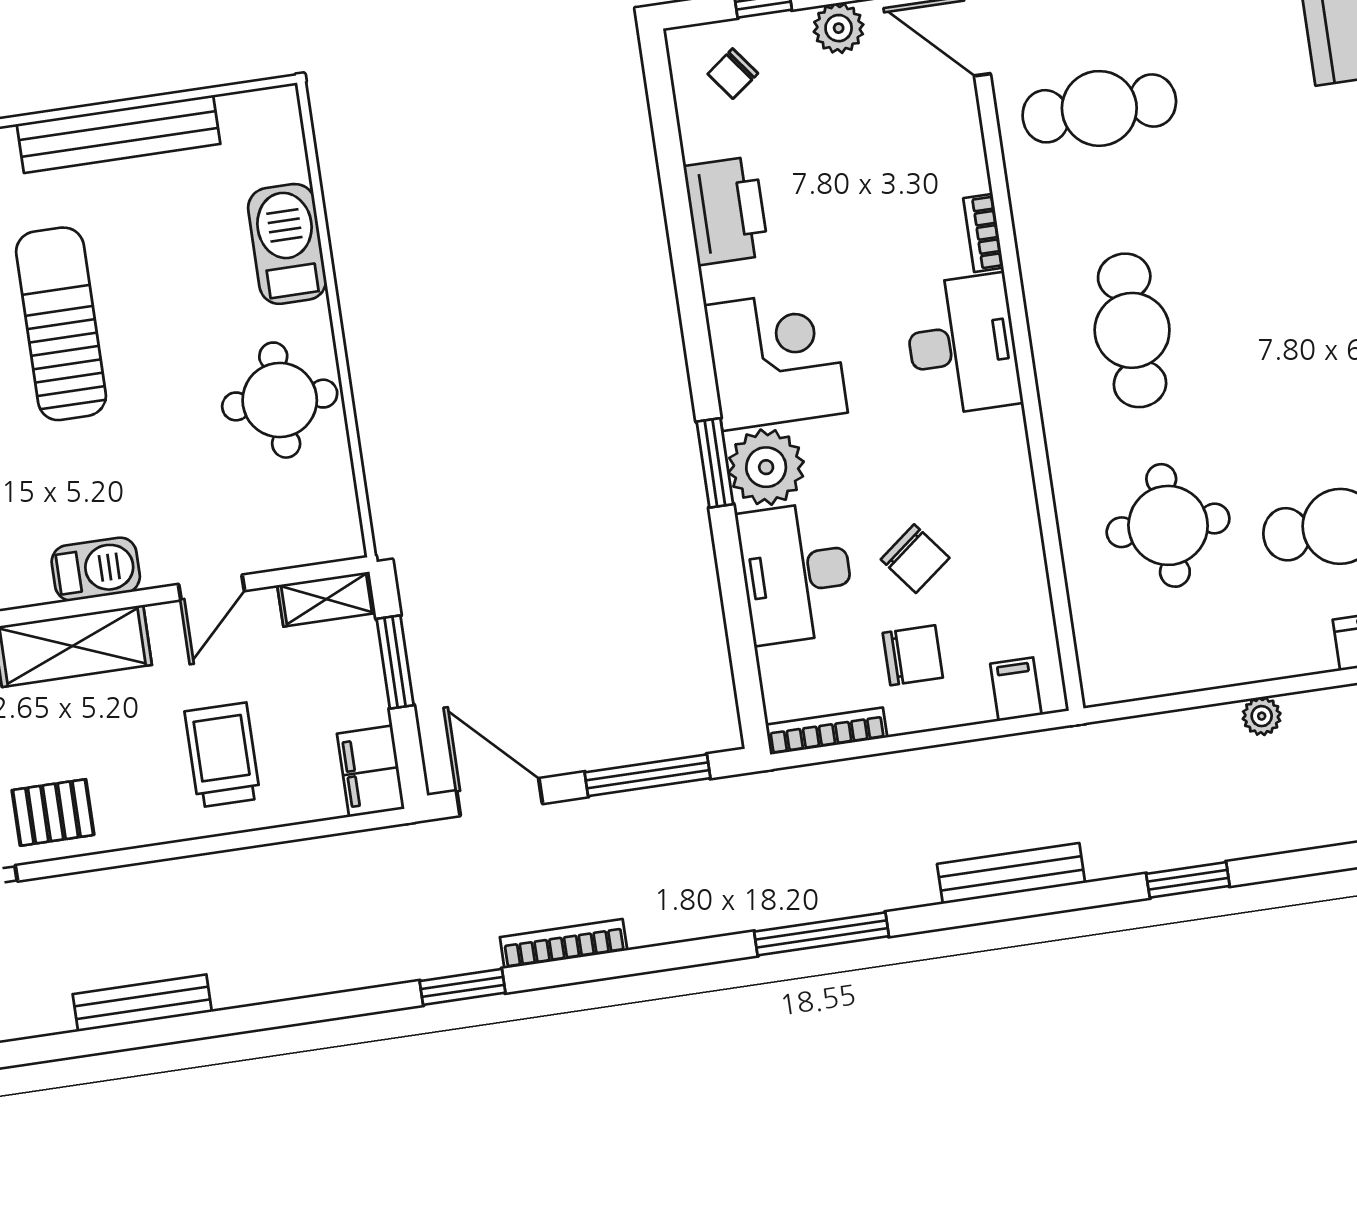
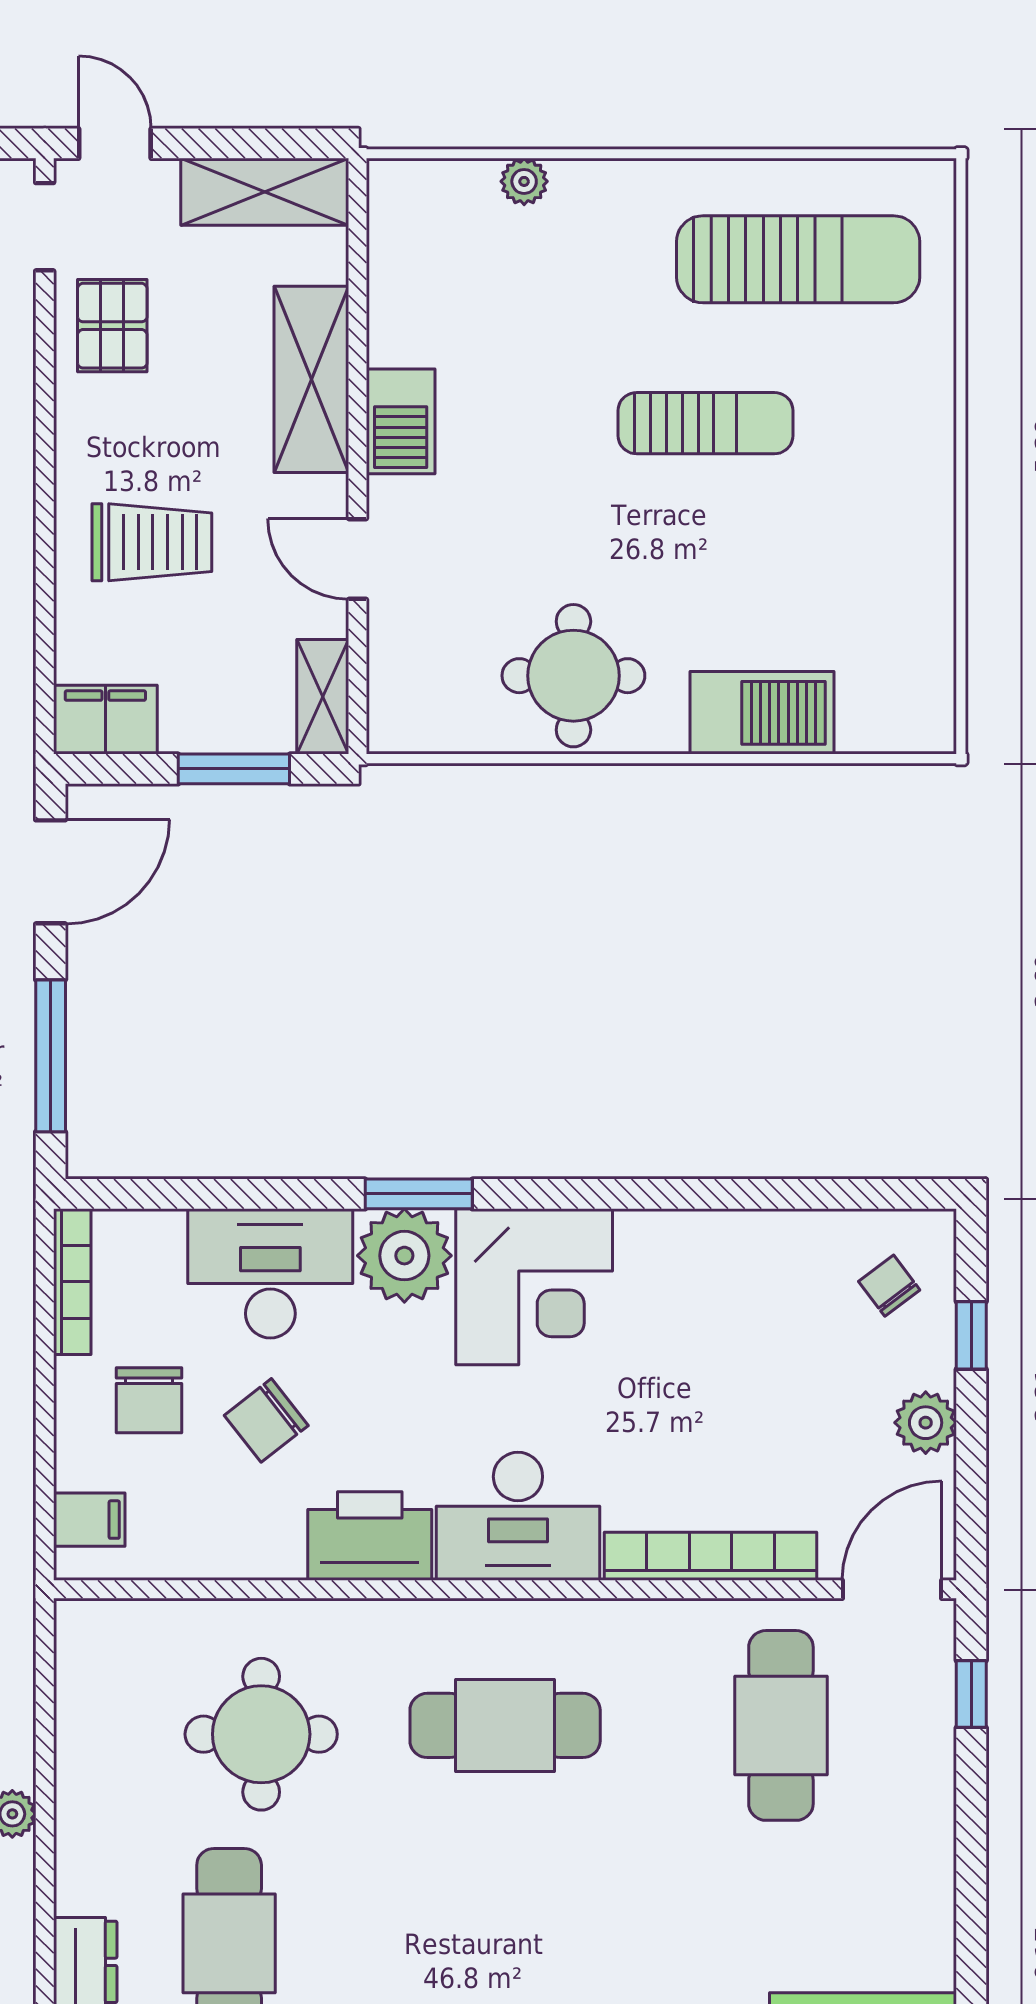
bench: (118, 134) -> (926, 527), removed
printer: (726, 211) -> (370, 1536), moved, turned 180
bookcase: (983, 233) -> (711, 1556), width x2.31, depth x1.31
sun lounger: (61, 324) -> (705, 423), width x0.73, depth x0.75

